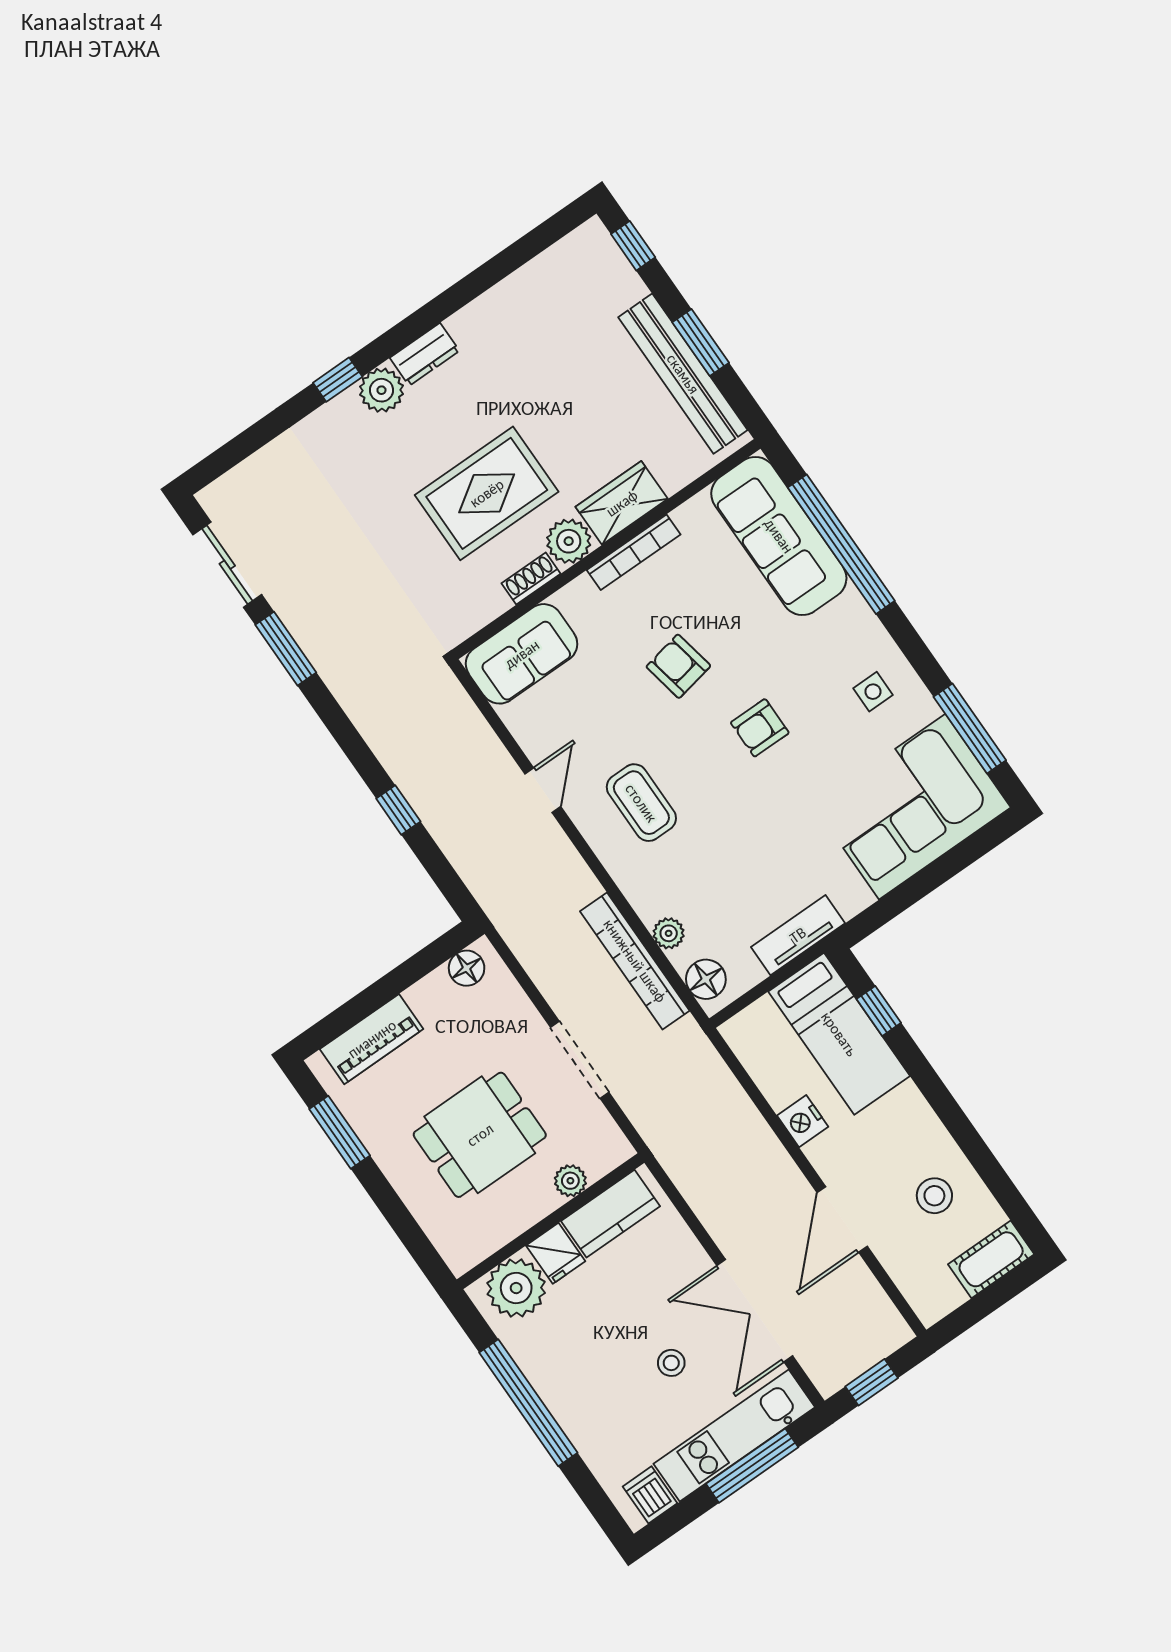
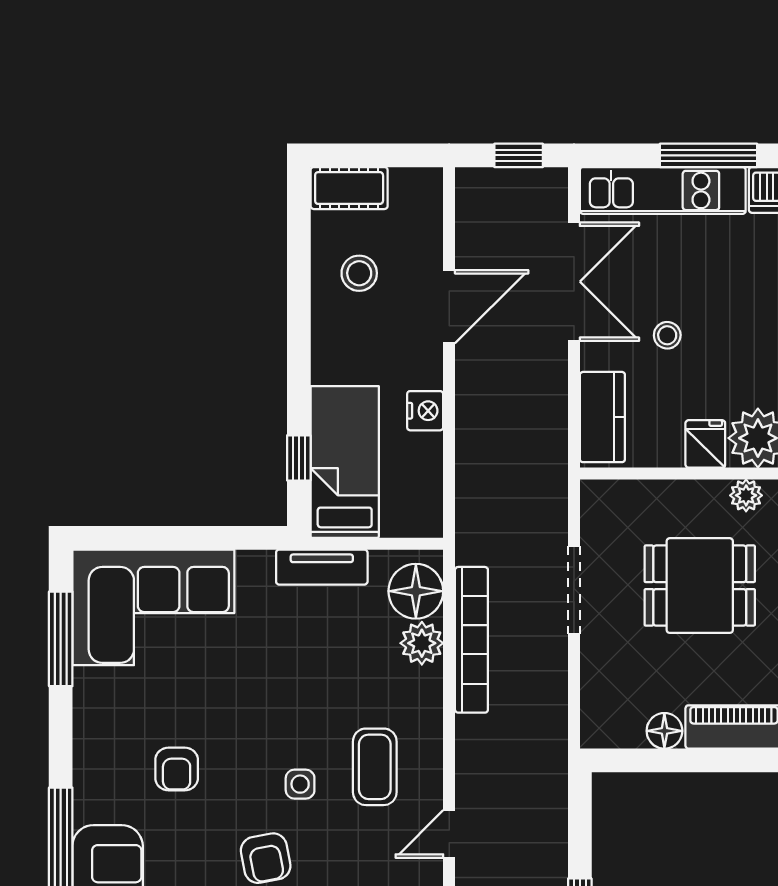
side table: (873, 692) -> (300, 784), moved
armchair: (760, 728) -> (177, 769), moved, turned 90
plant: (669, 933) -> (422, 643), width x1.38, depth x1.38
floor lamp: (467, 968) -> (664, 731), moved
floor lamp: (706, 979) -> (416, 591), width x1.38, depth x1.38
plant: (570, 1181) -> (746, 495), moved
kitchen counter: (611, 1214) -> (602, 417), moved, turned 90
stool: (671, 1363) -> (667, 335), moved
window: (752, 1466) -> (708, 155), moved

